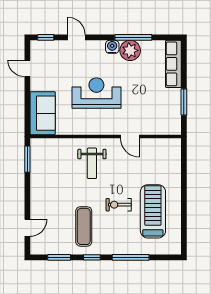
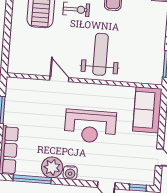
window: (133, 37) -> (32, 179), moved
weight bench: (92, 163) -> (100, 54), width x1.36, depth x1.33

